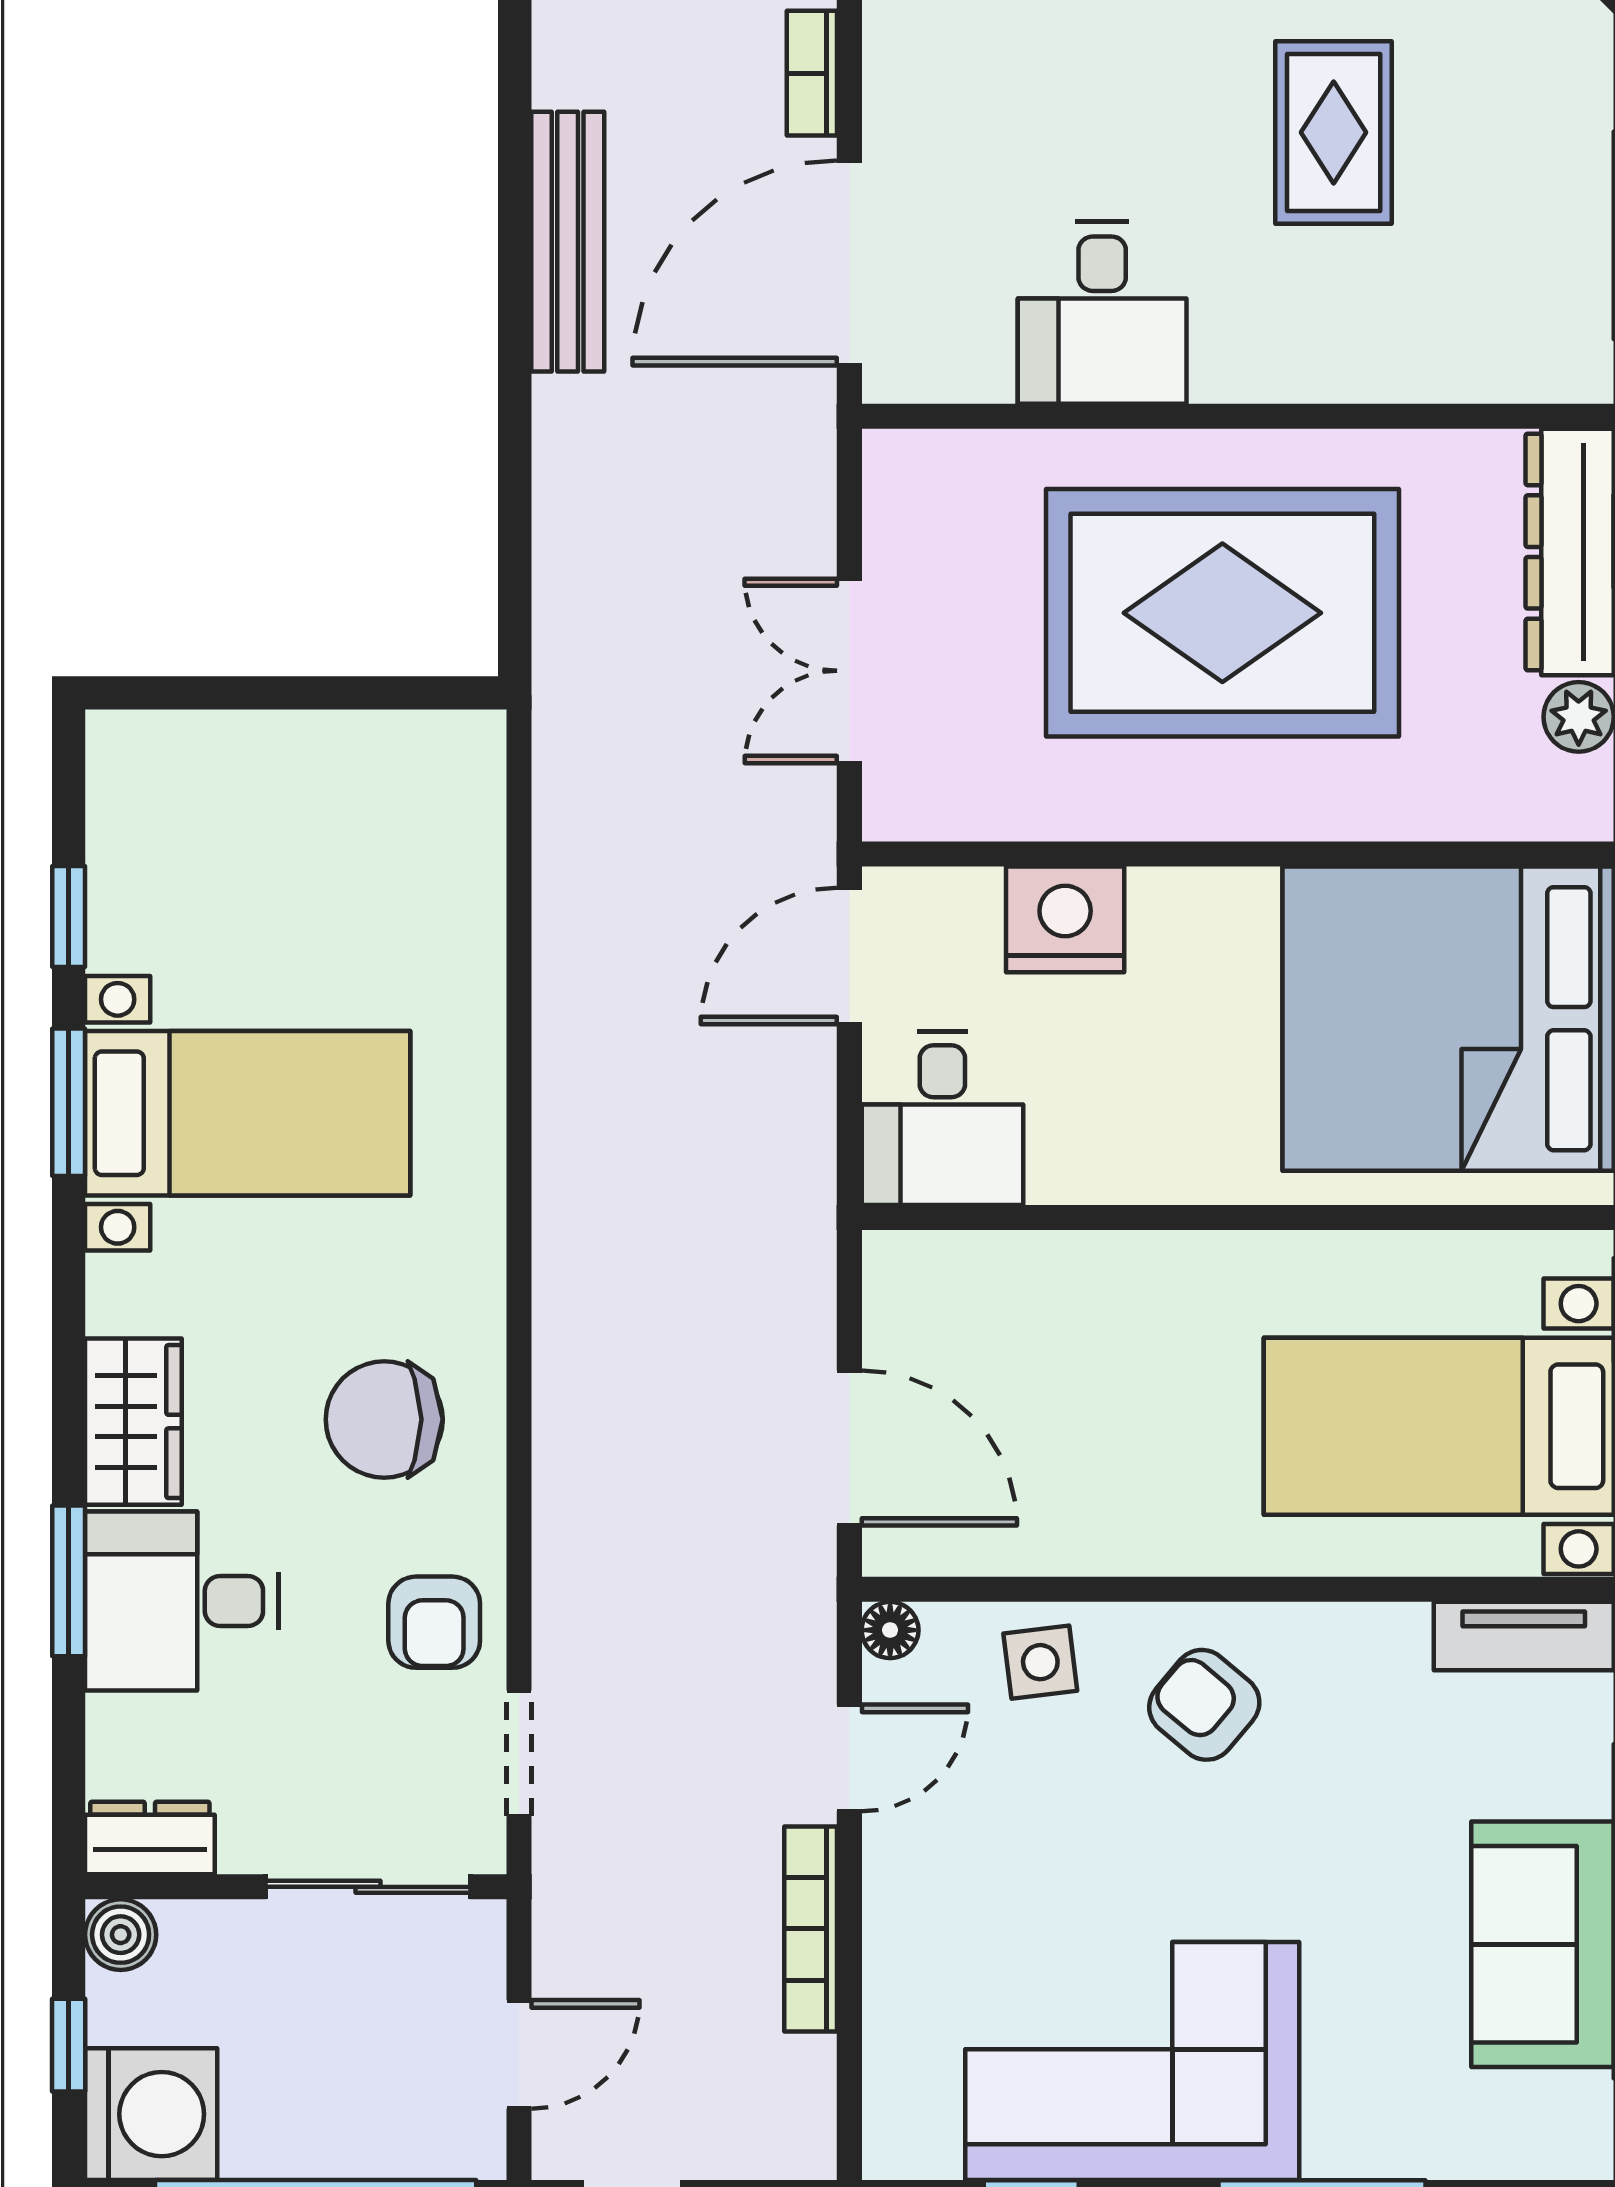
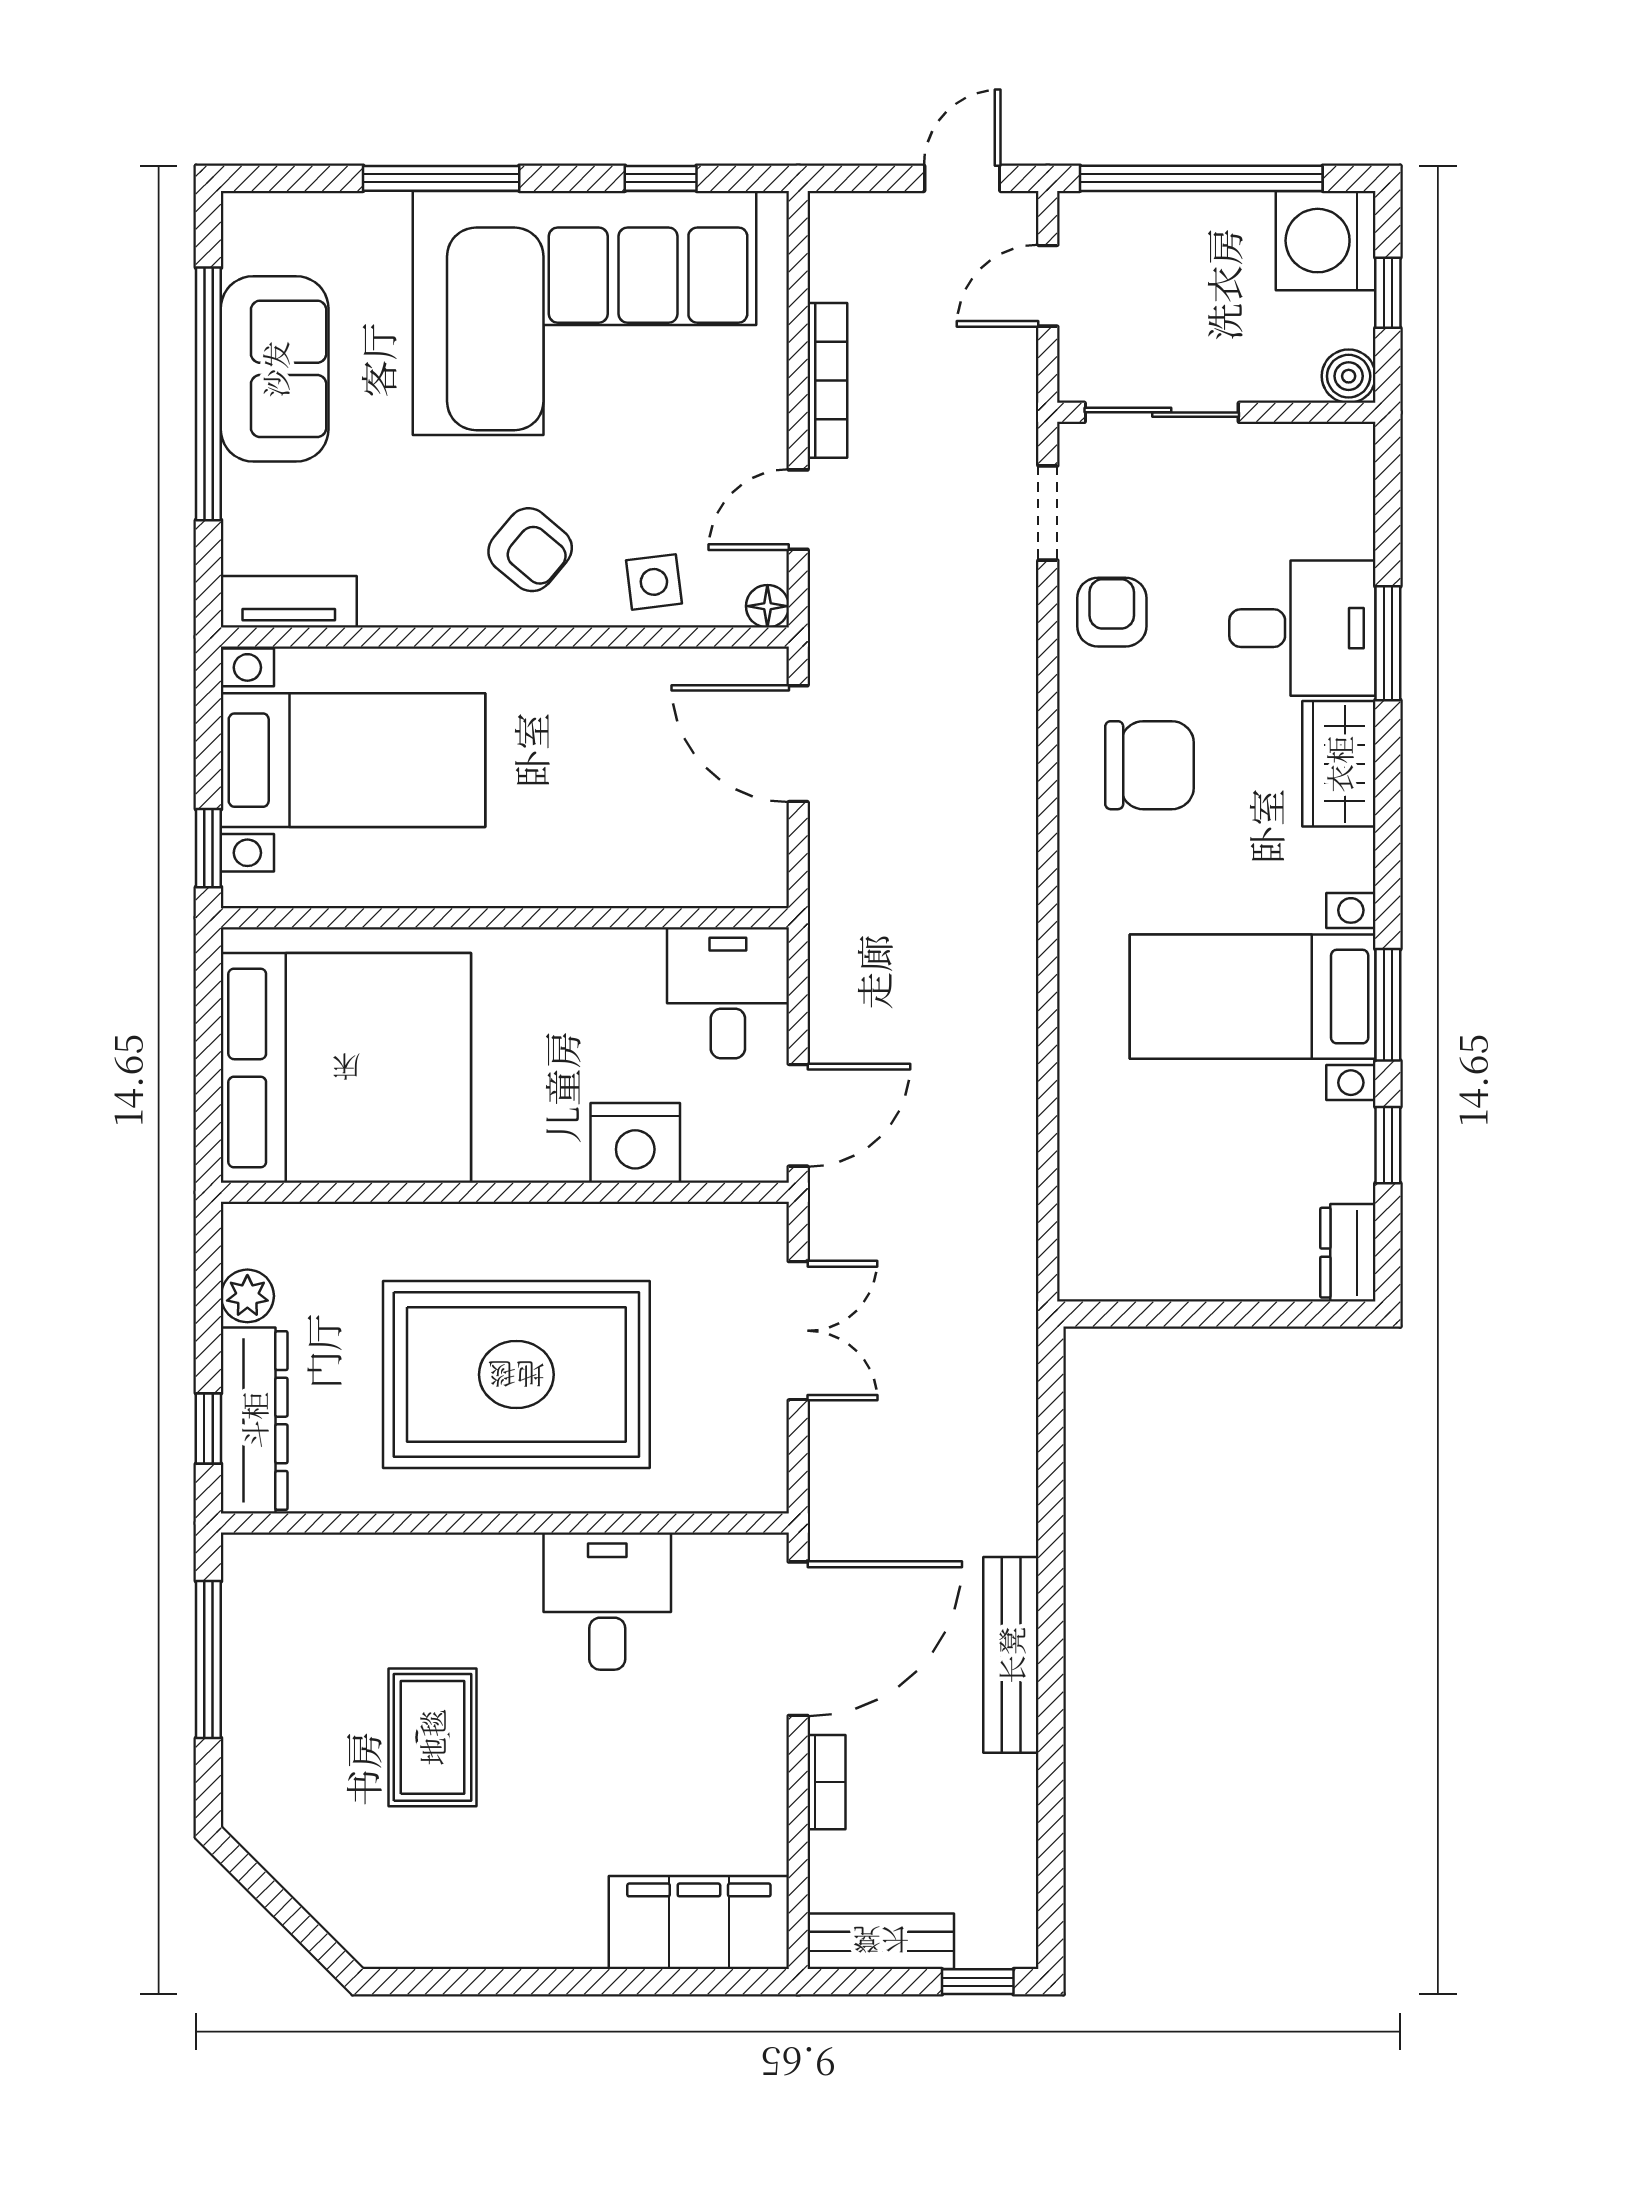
dresser: (150, 1838) -> (1348, 1253), moved, turned 90
corner sofa: (1132, 2061) -> (585, 313), width x1.36, depth x1.36

